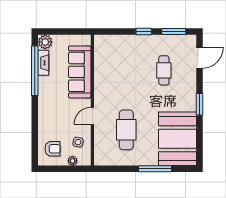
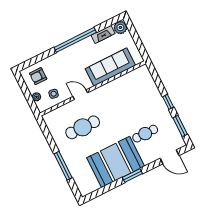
window: (35, 71) -> (75, 40), moved
booth: (177, 139) -> (116, 162), moved
armchair: (53, 149) -> (38, 76), turned 90

